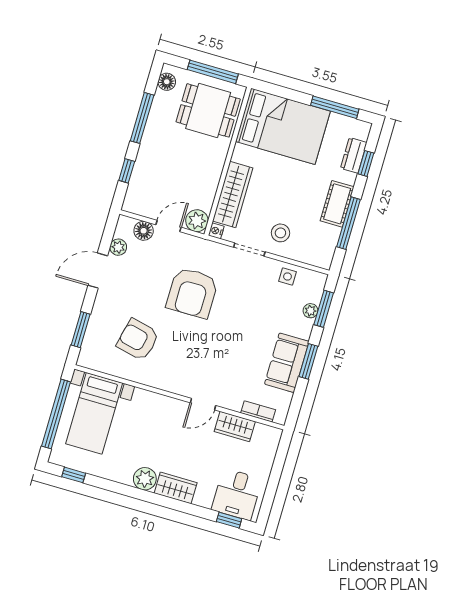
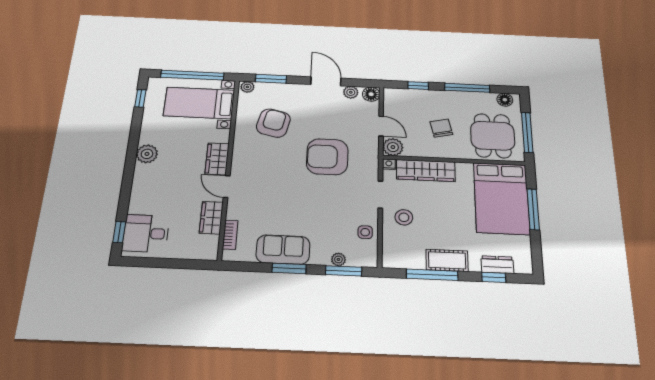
window: (335, 107) -> (533, 209), moved
chair: (186, 162) -> (441, 128), added
floor lamp: (144, 231) -> (371, 94), moved
plant: (85, 357) -> (247, 87), added
wardrobe: (176, 488) -> (217, 159), moved, turned 180

